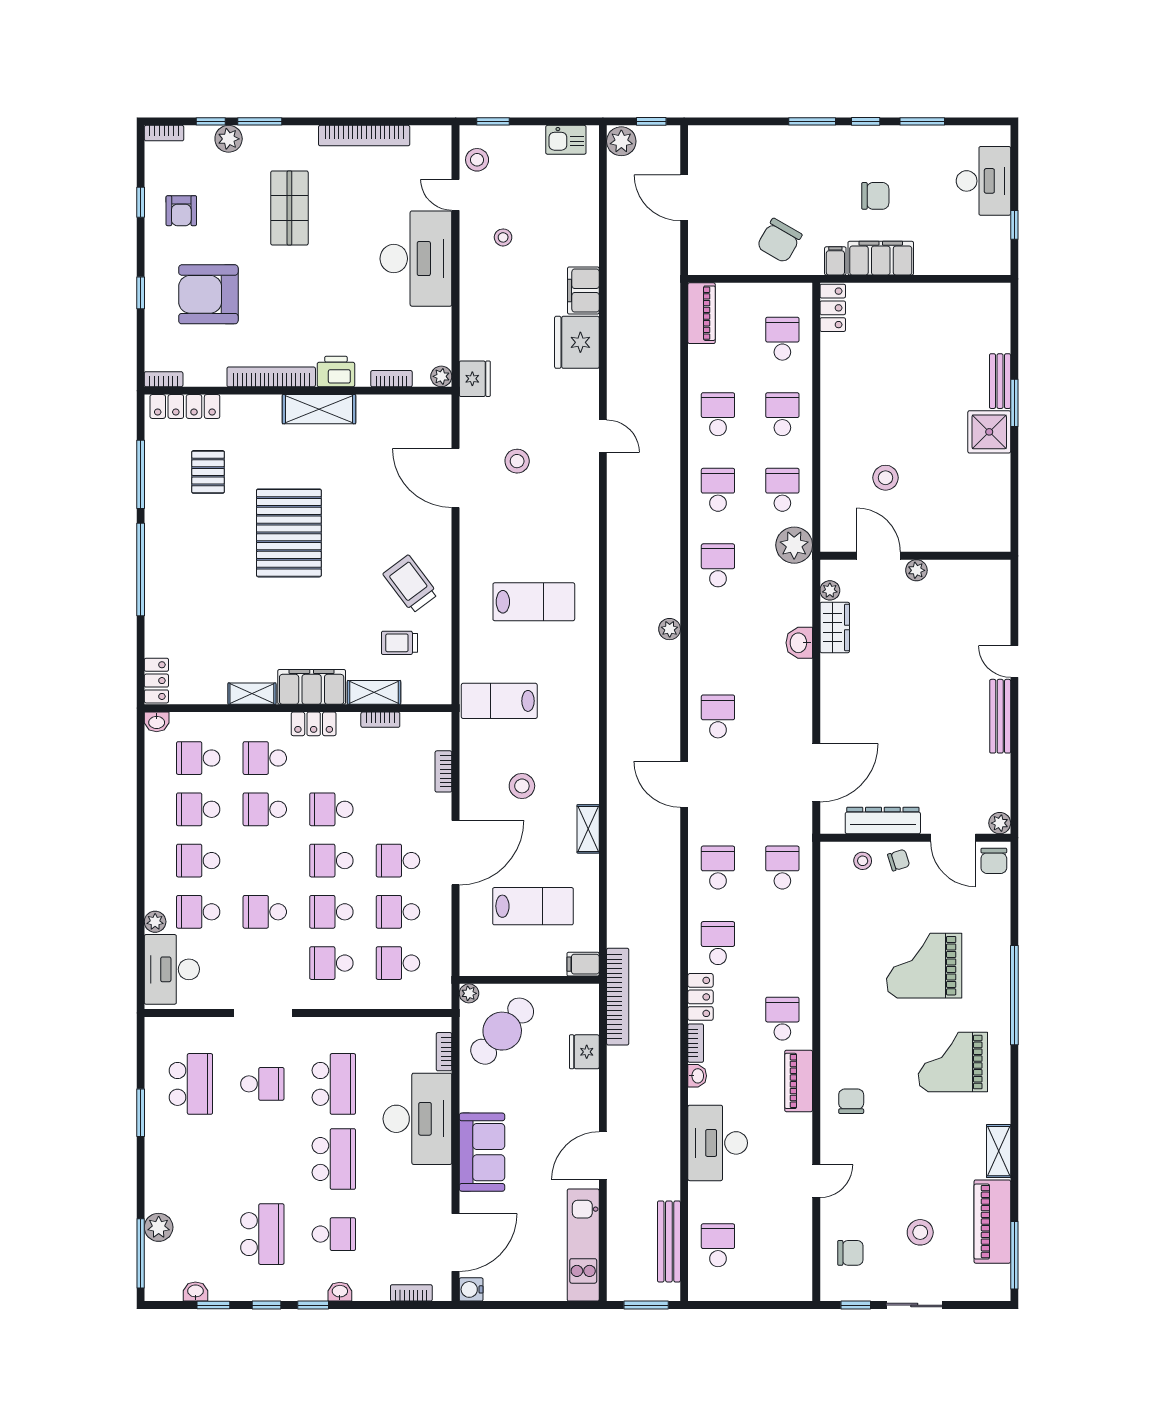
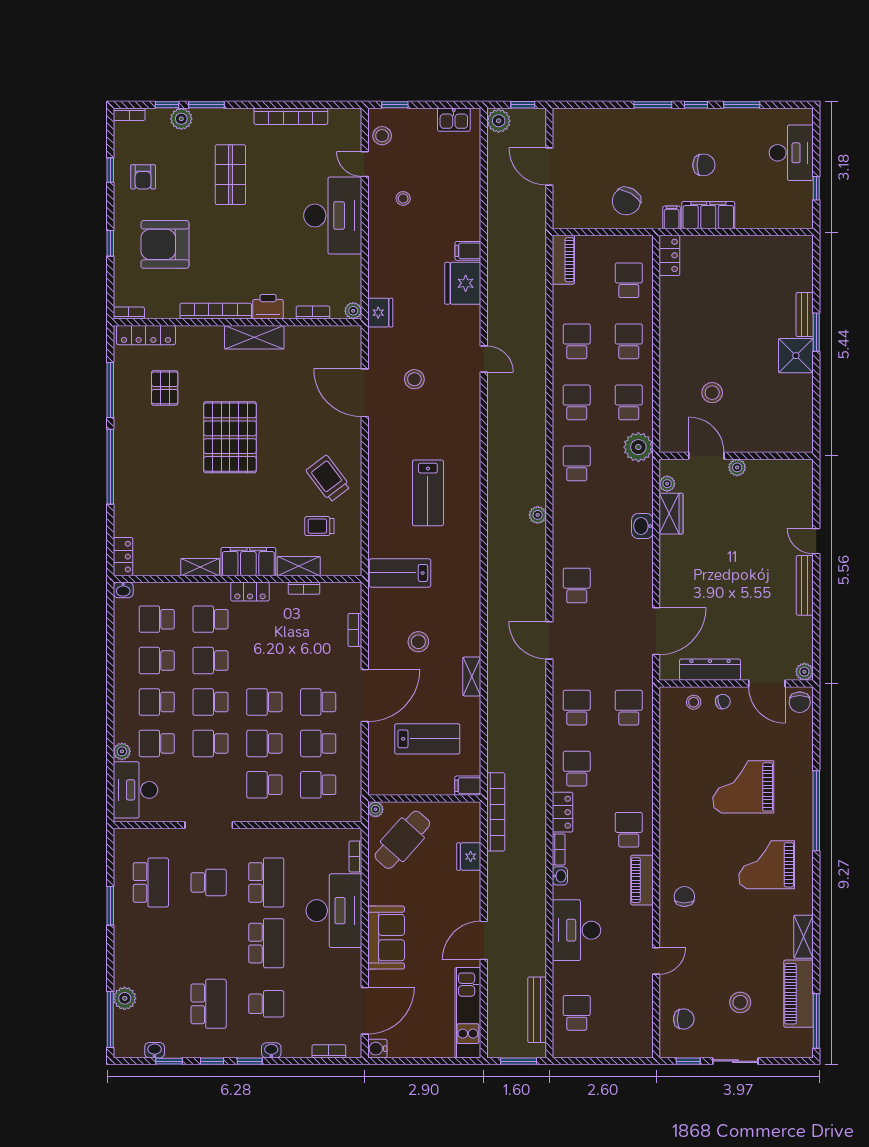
filing cabinet: (583, 291) -> (468, 251), width x0.50
lab bench: (534, 602) -> (428, 493), turned 90
school desk: (331, 809) -> (211, 702), moved

